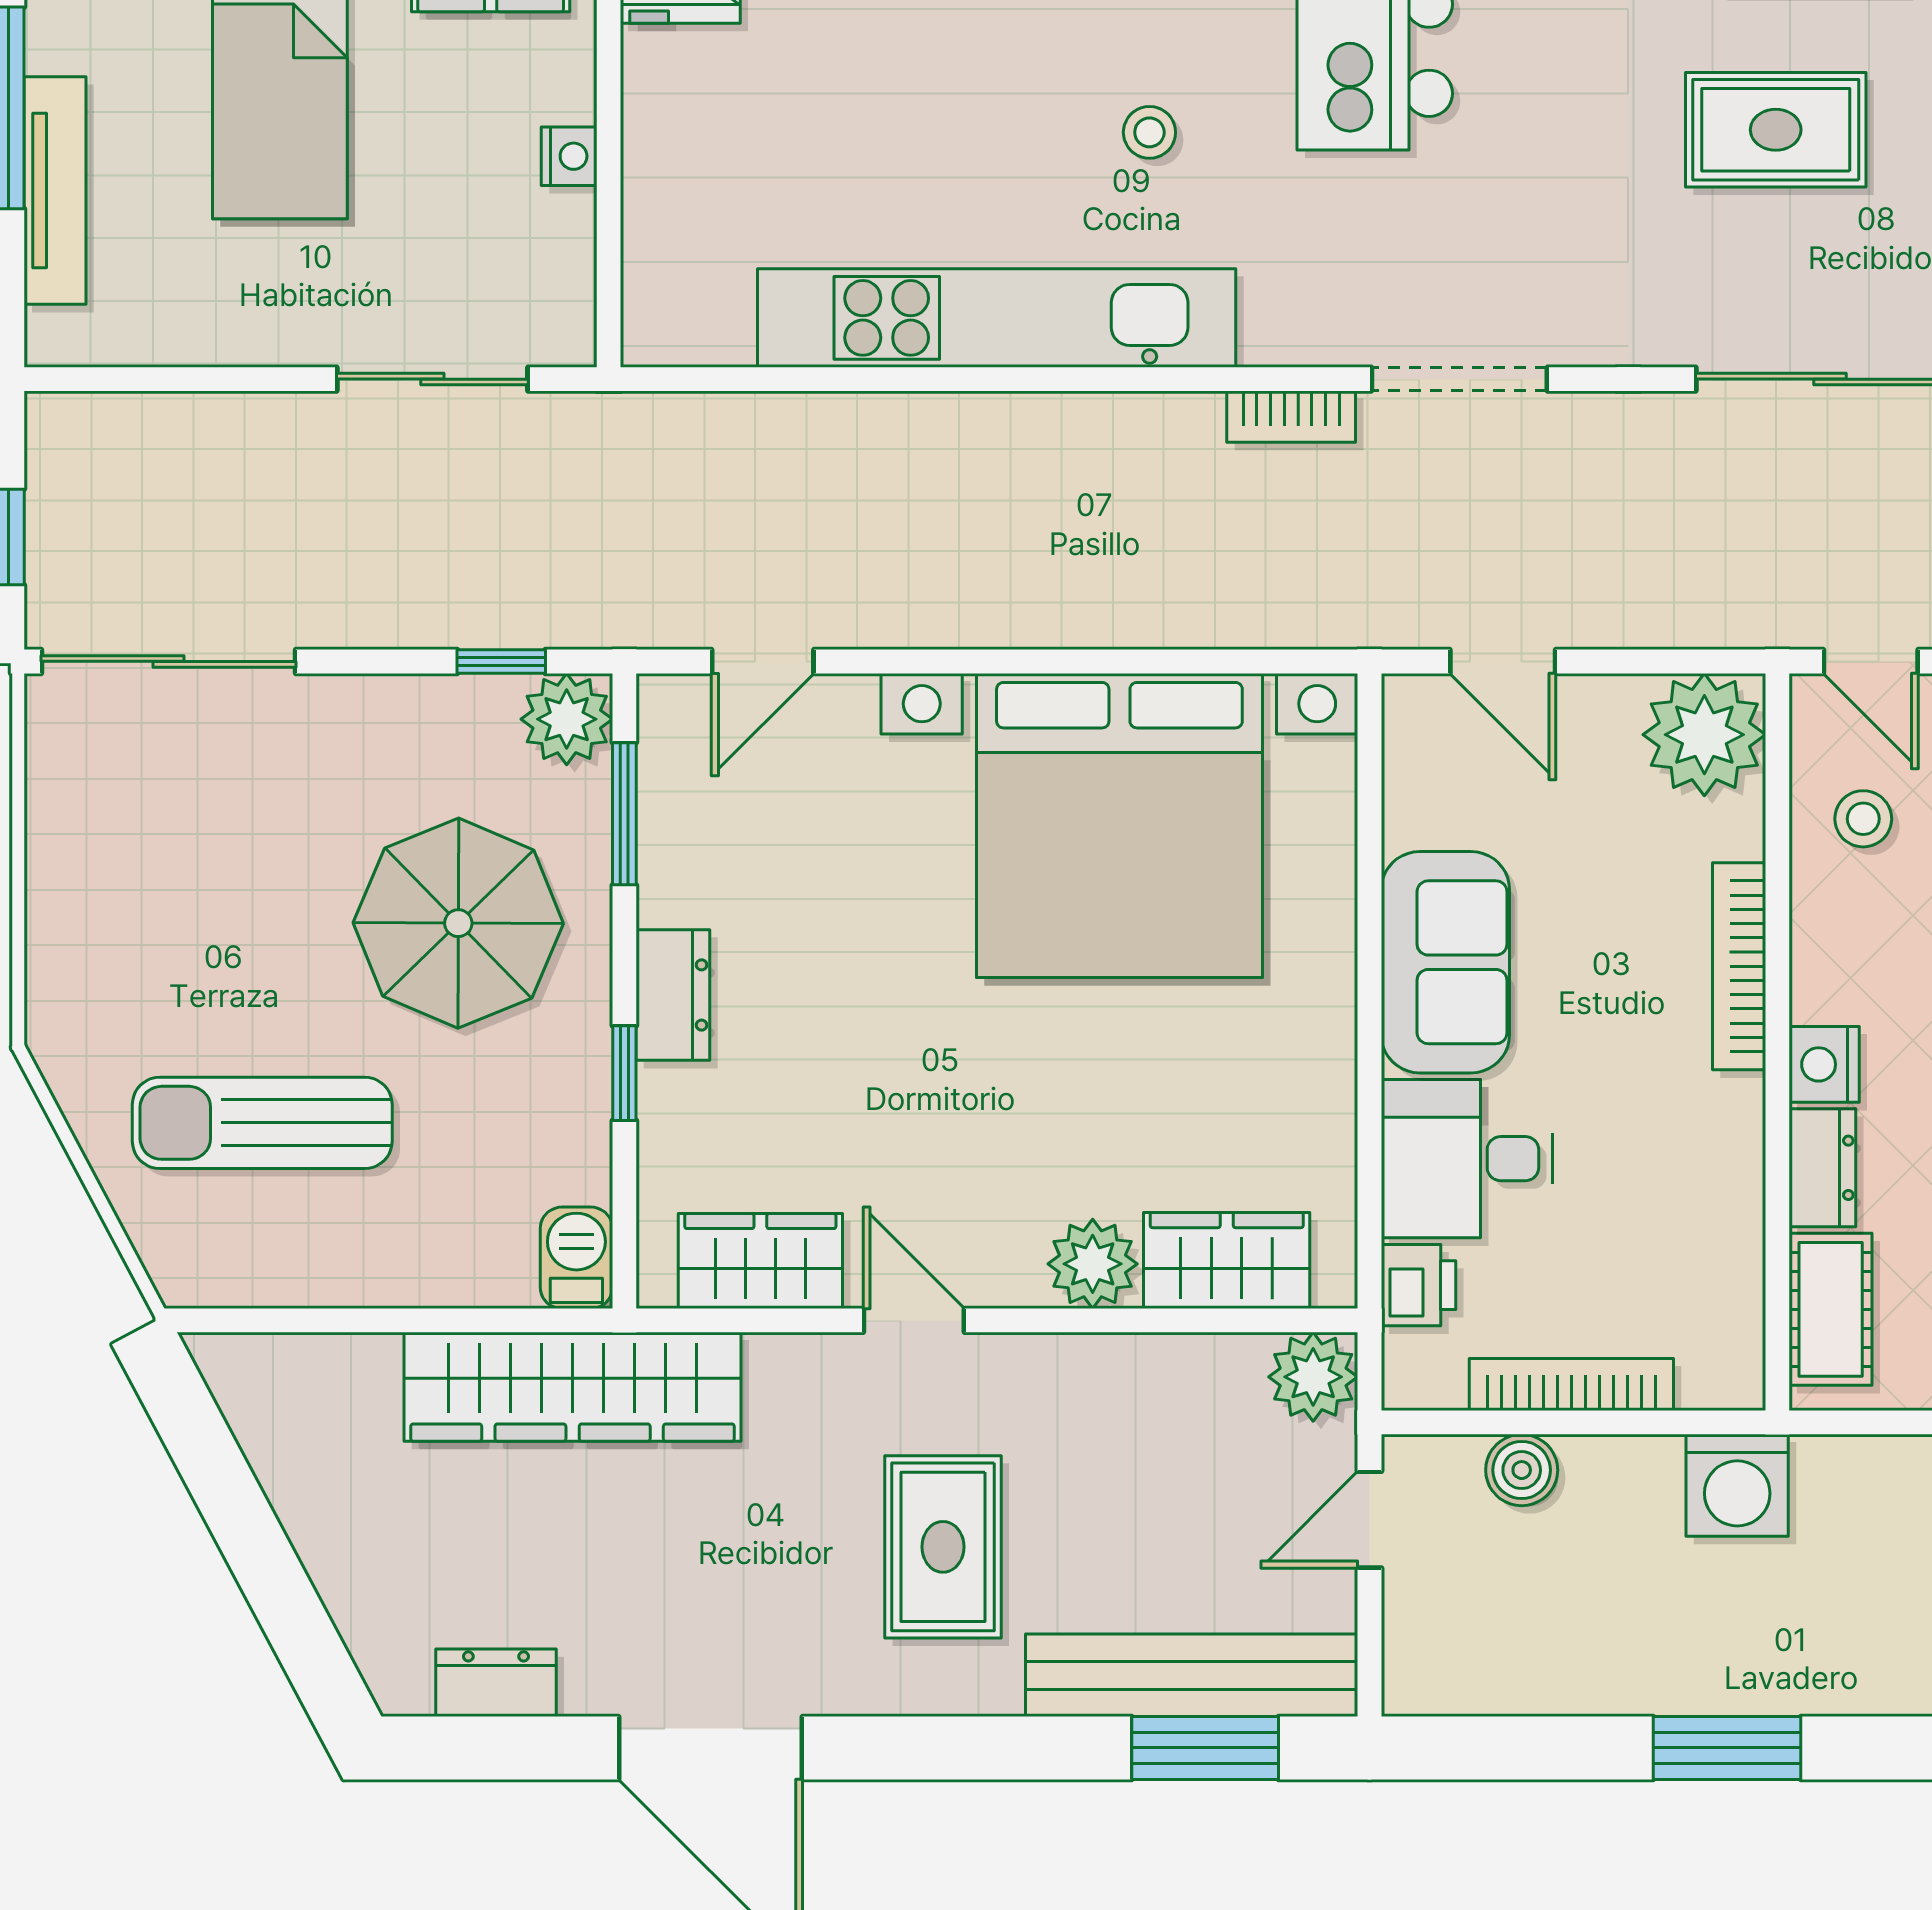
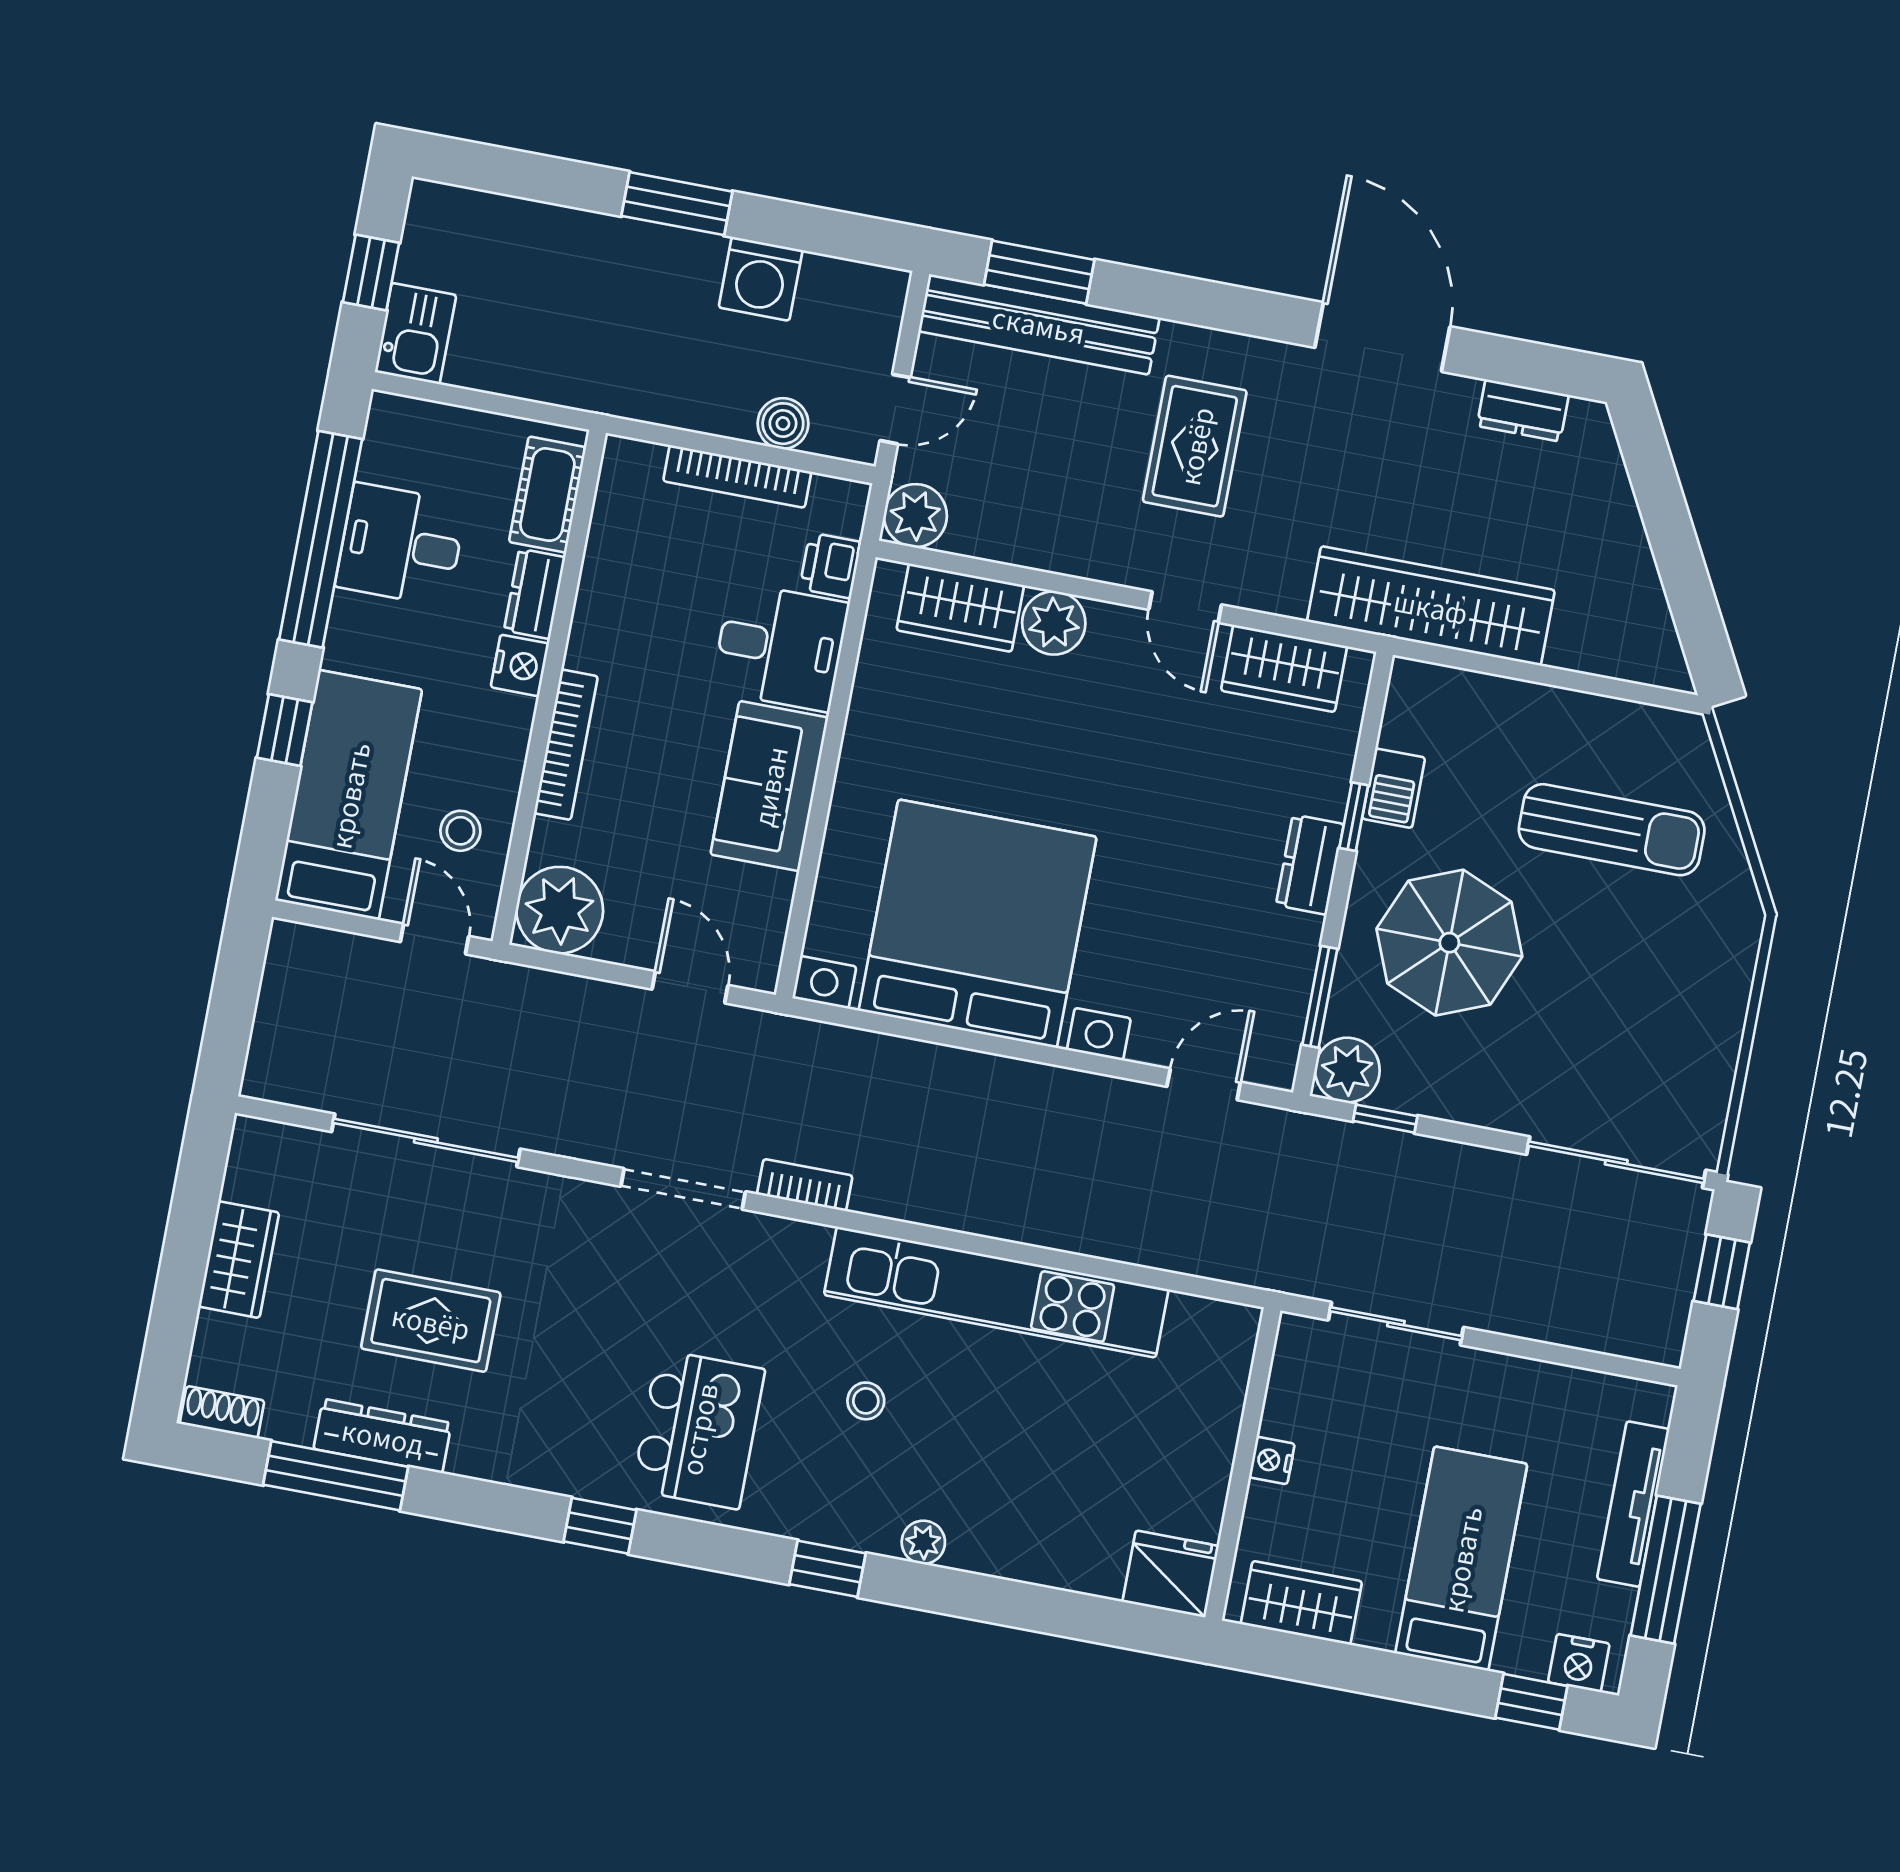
barbecue: (576, 1258) -> (1394, 788), moved
washing machine: (1737, 1485) -> (761, 279), moved, turned 180

